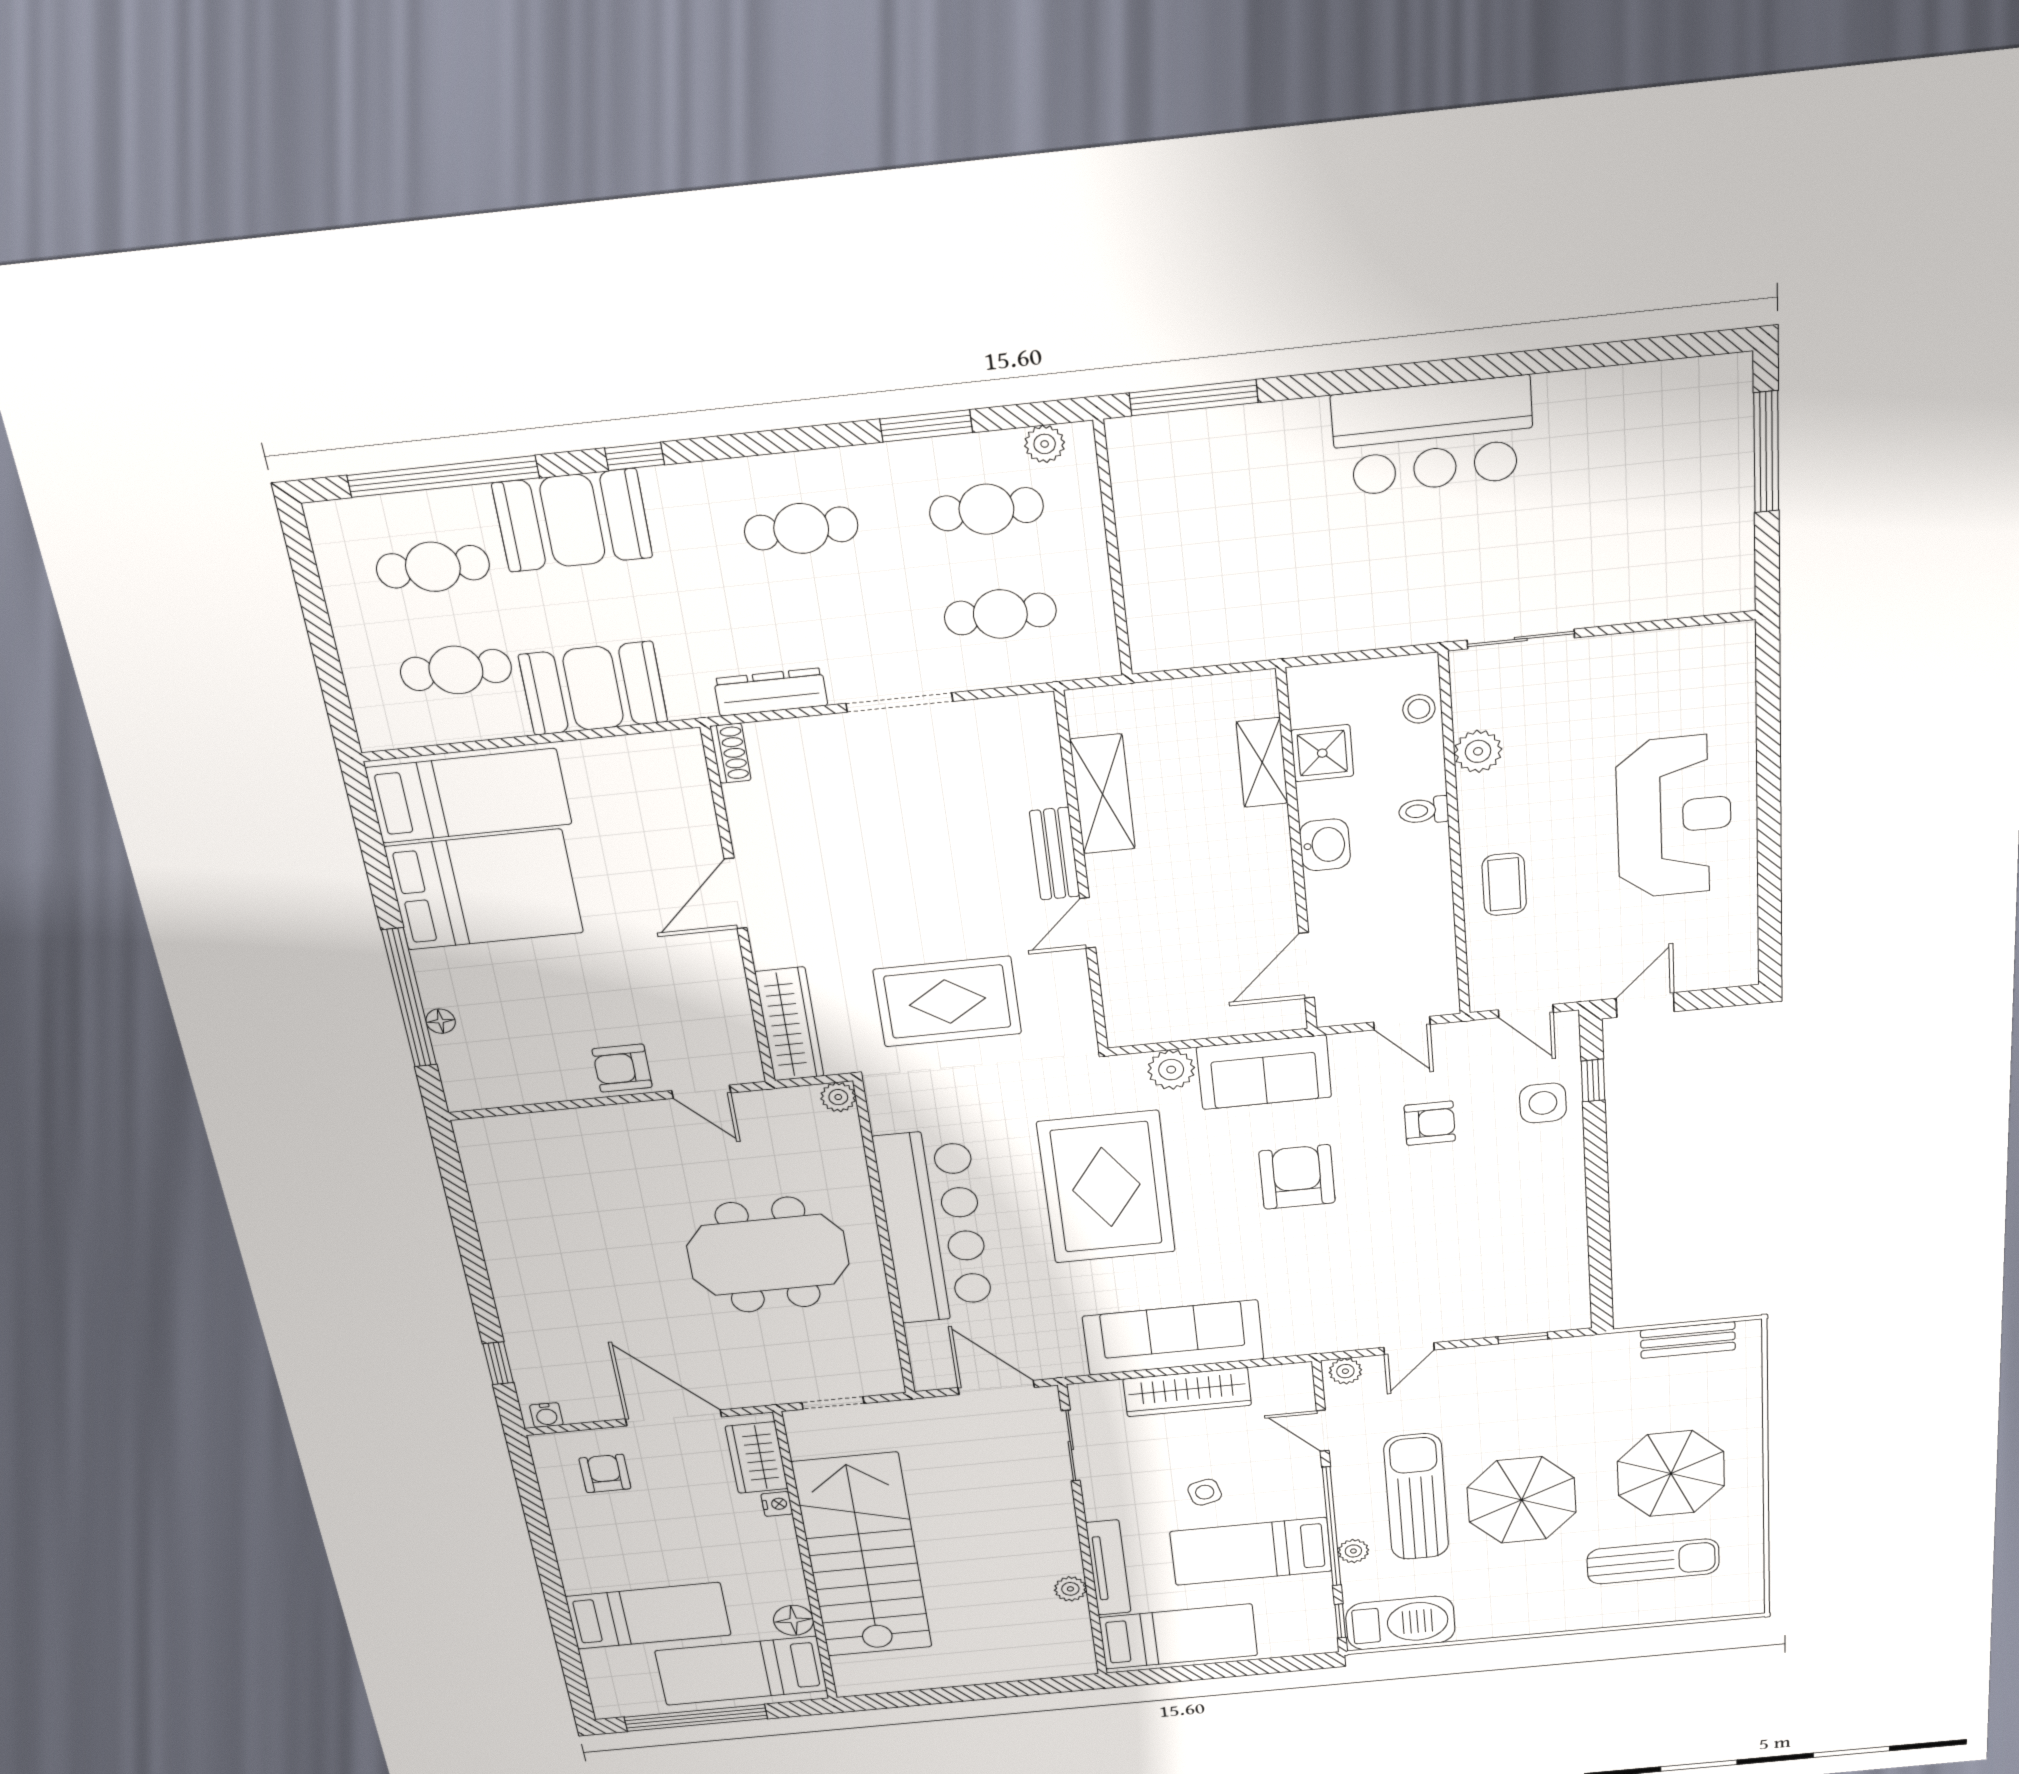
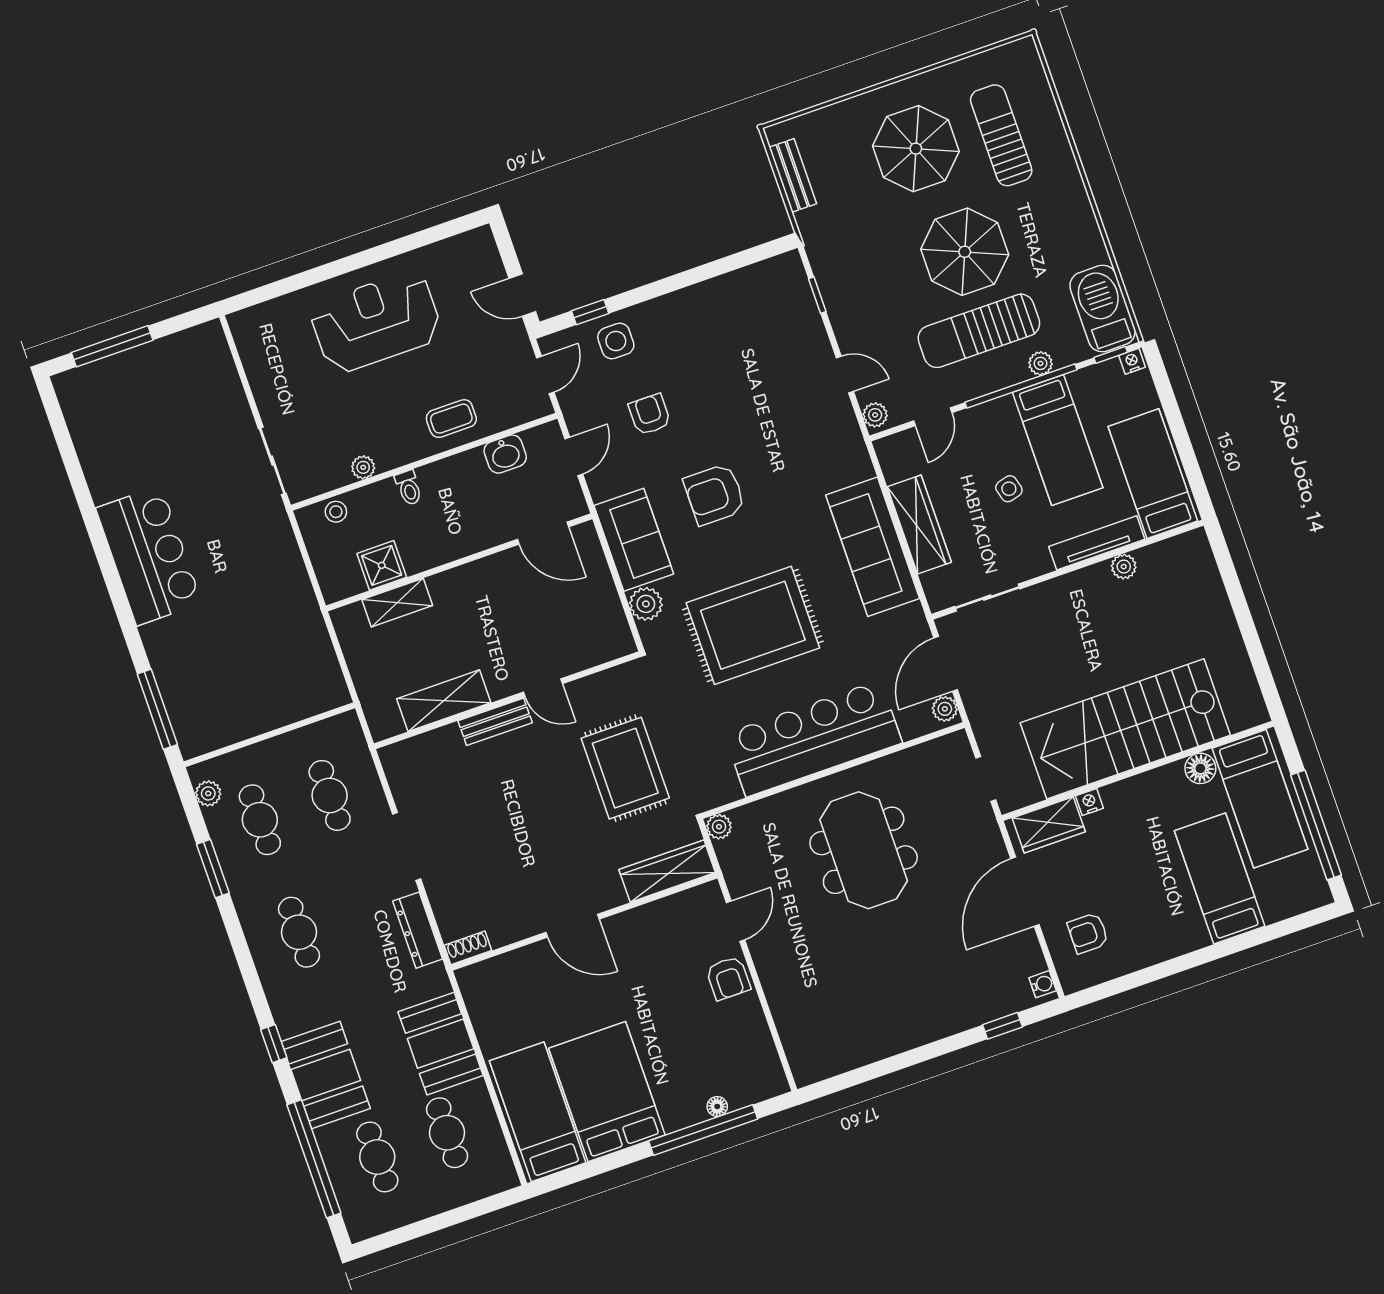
plant: (1478, 751) -> (363, 467), width x0.73, depth x0.73
washbasin: (1325, 845) -> (505, 454), moved, turned 180
plant: (937, 1376) -> (945, 709), added
nightstand: (1325, 1640) -> (1132, 361), added

